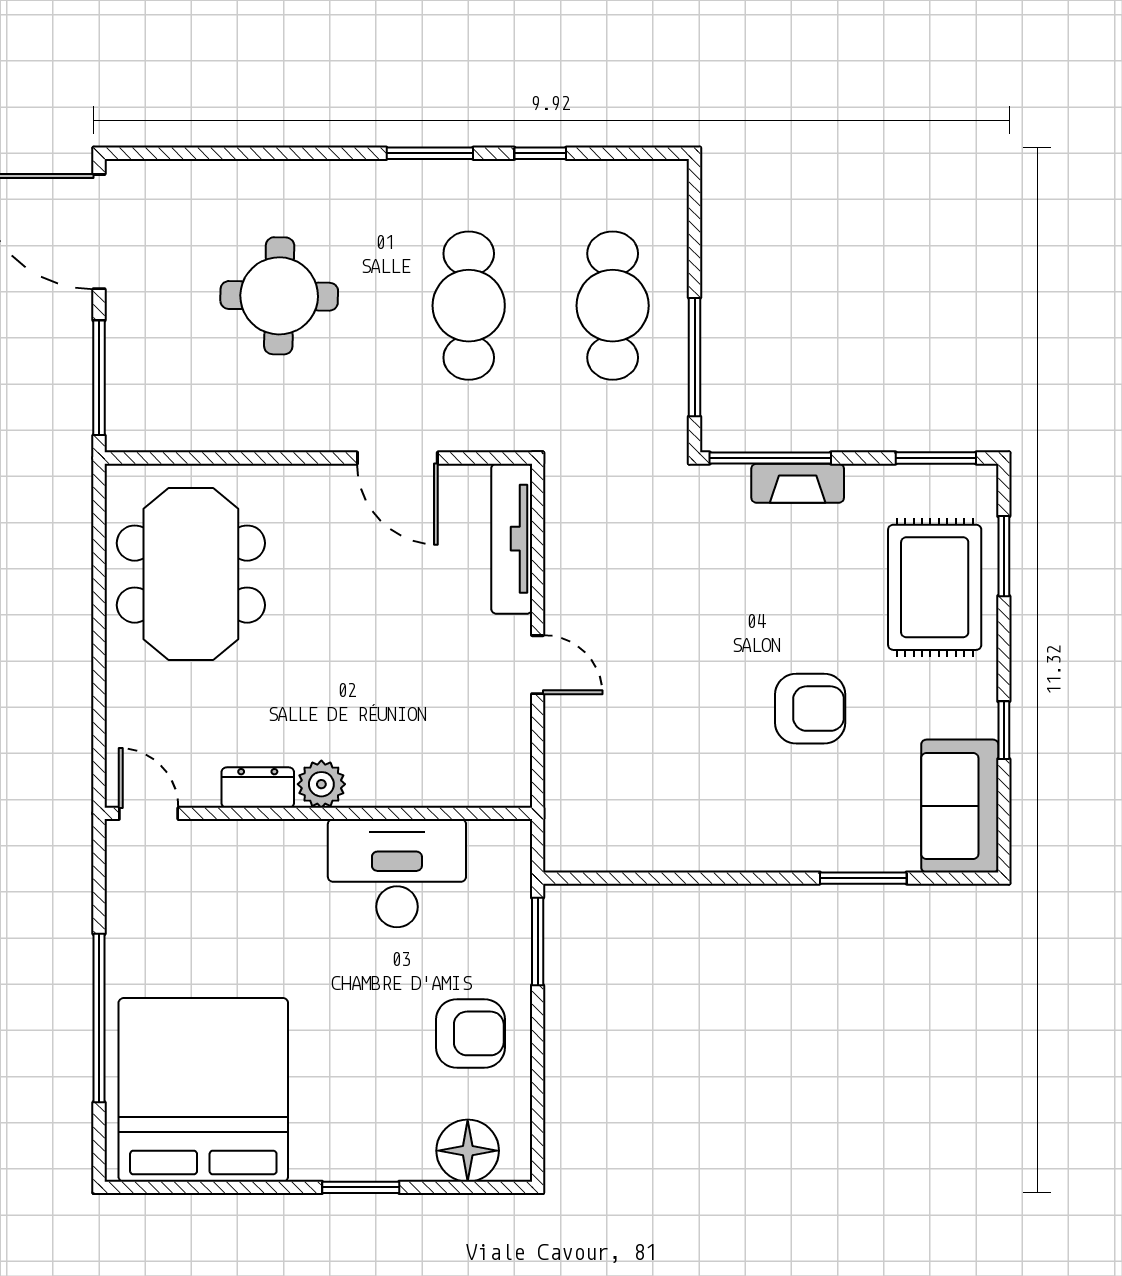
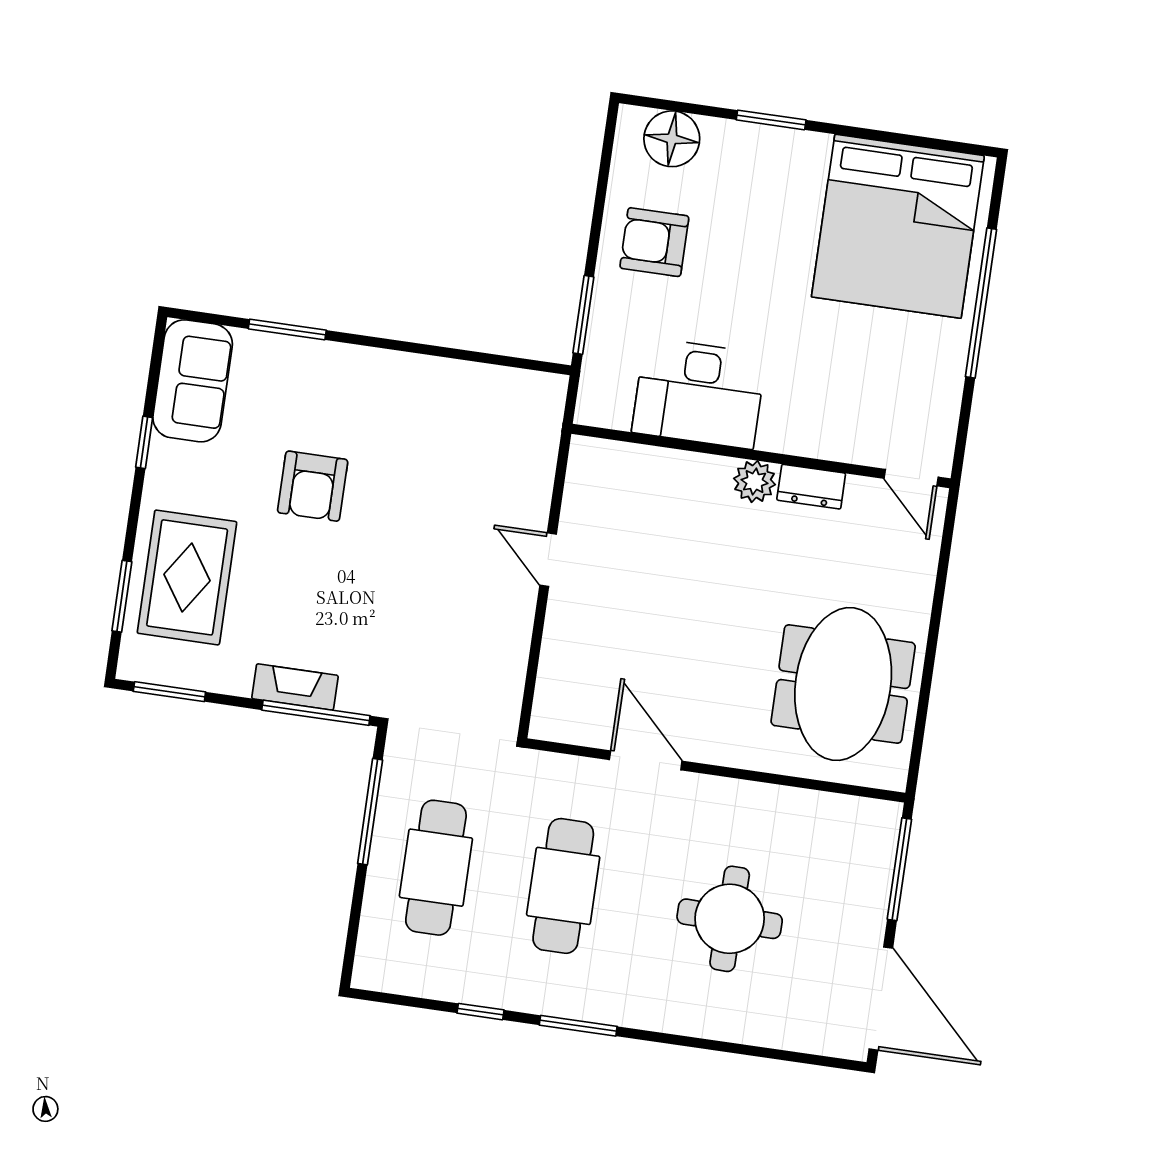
tv unit: (512, 539) -> (555, 674), removed
armchair: (810, 709) -> (313, 486), turned -90

